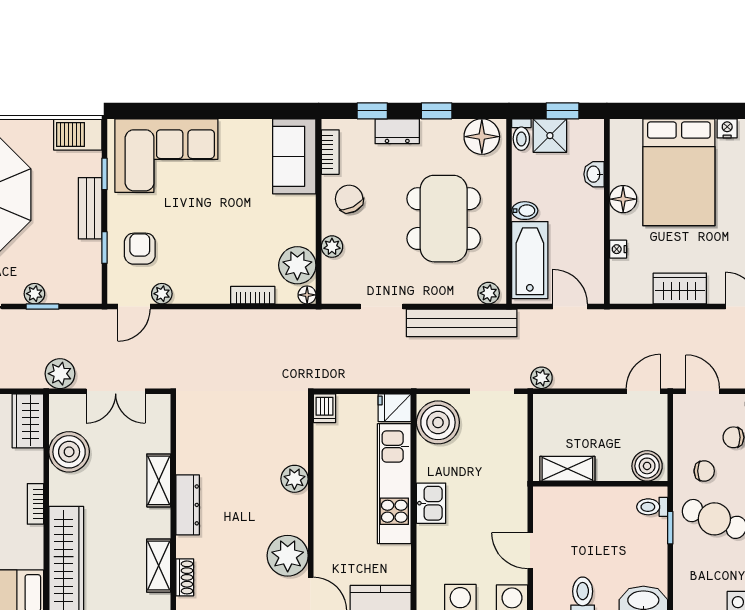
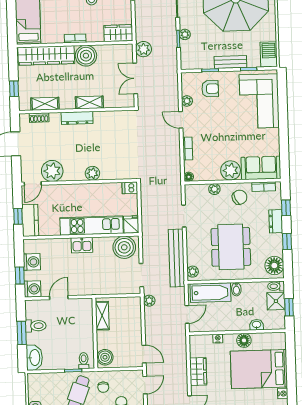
dining table: (444, 219) -> (231, 247), turned 90
plant: (297, 265) -> (231, 170), moved
door: (134, 307) -> (181, 120), moved
boiler: (69, 452) -> (86, 56), moved

